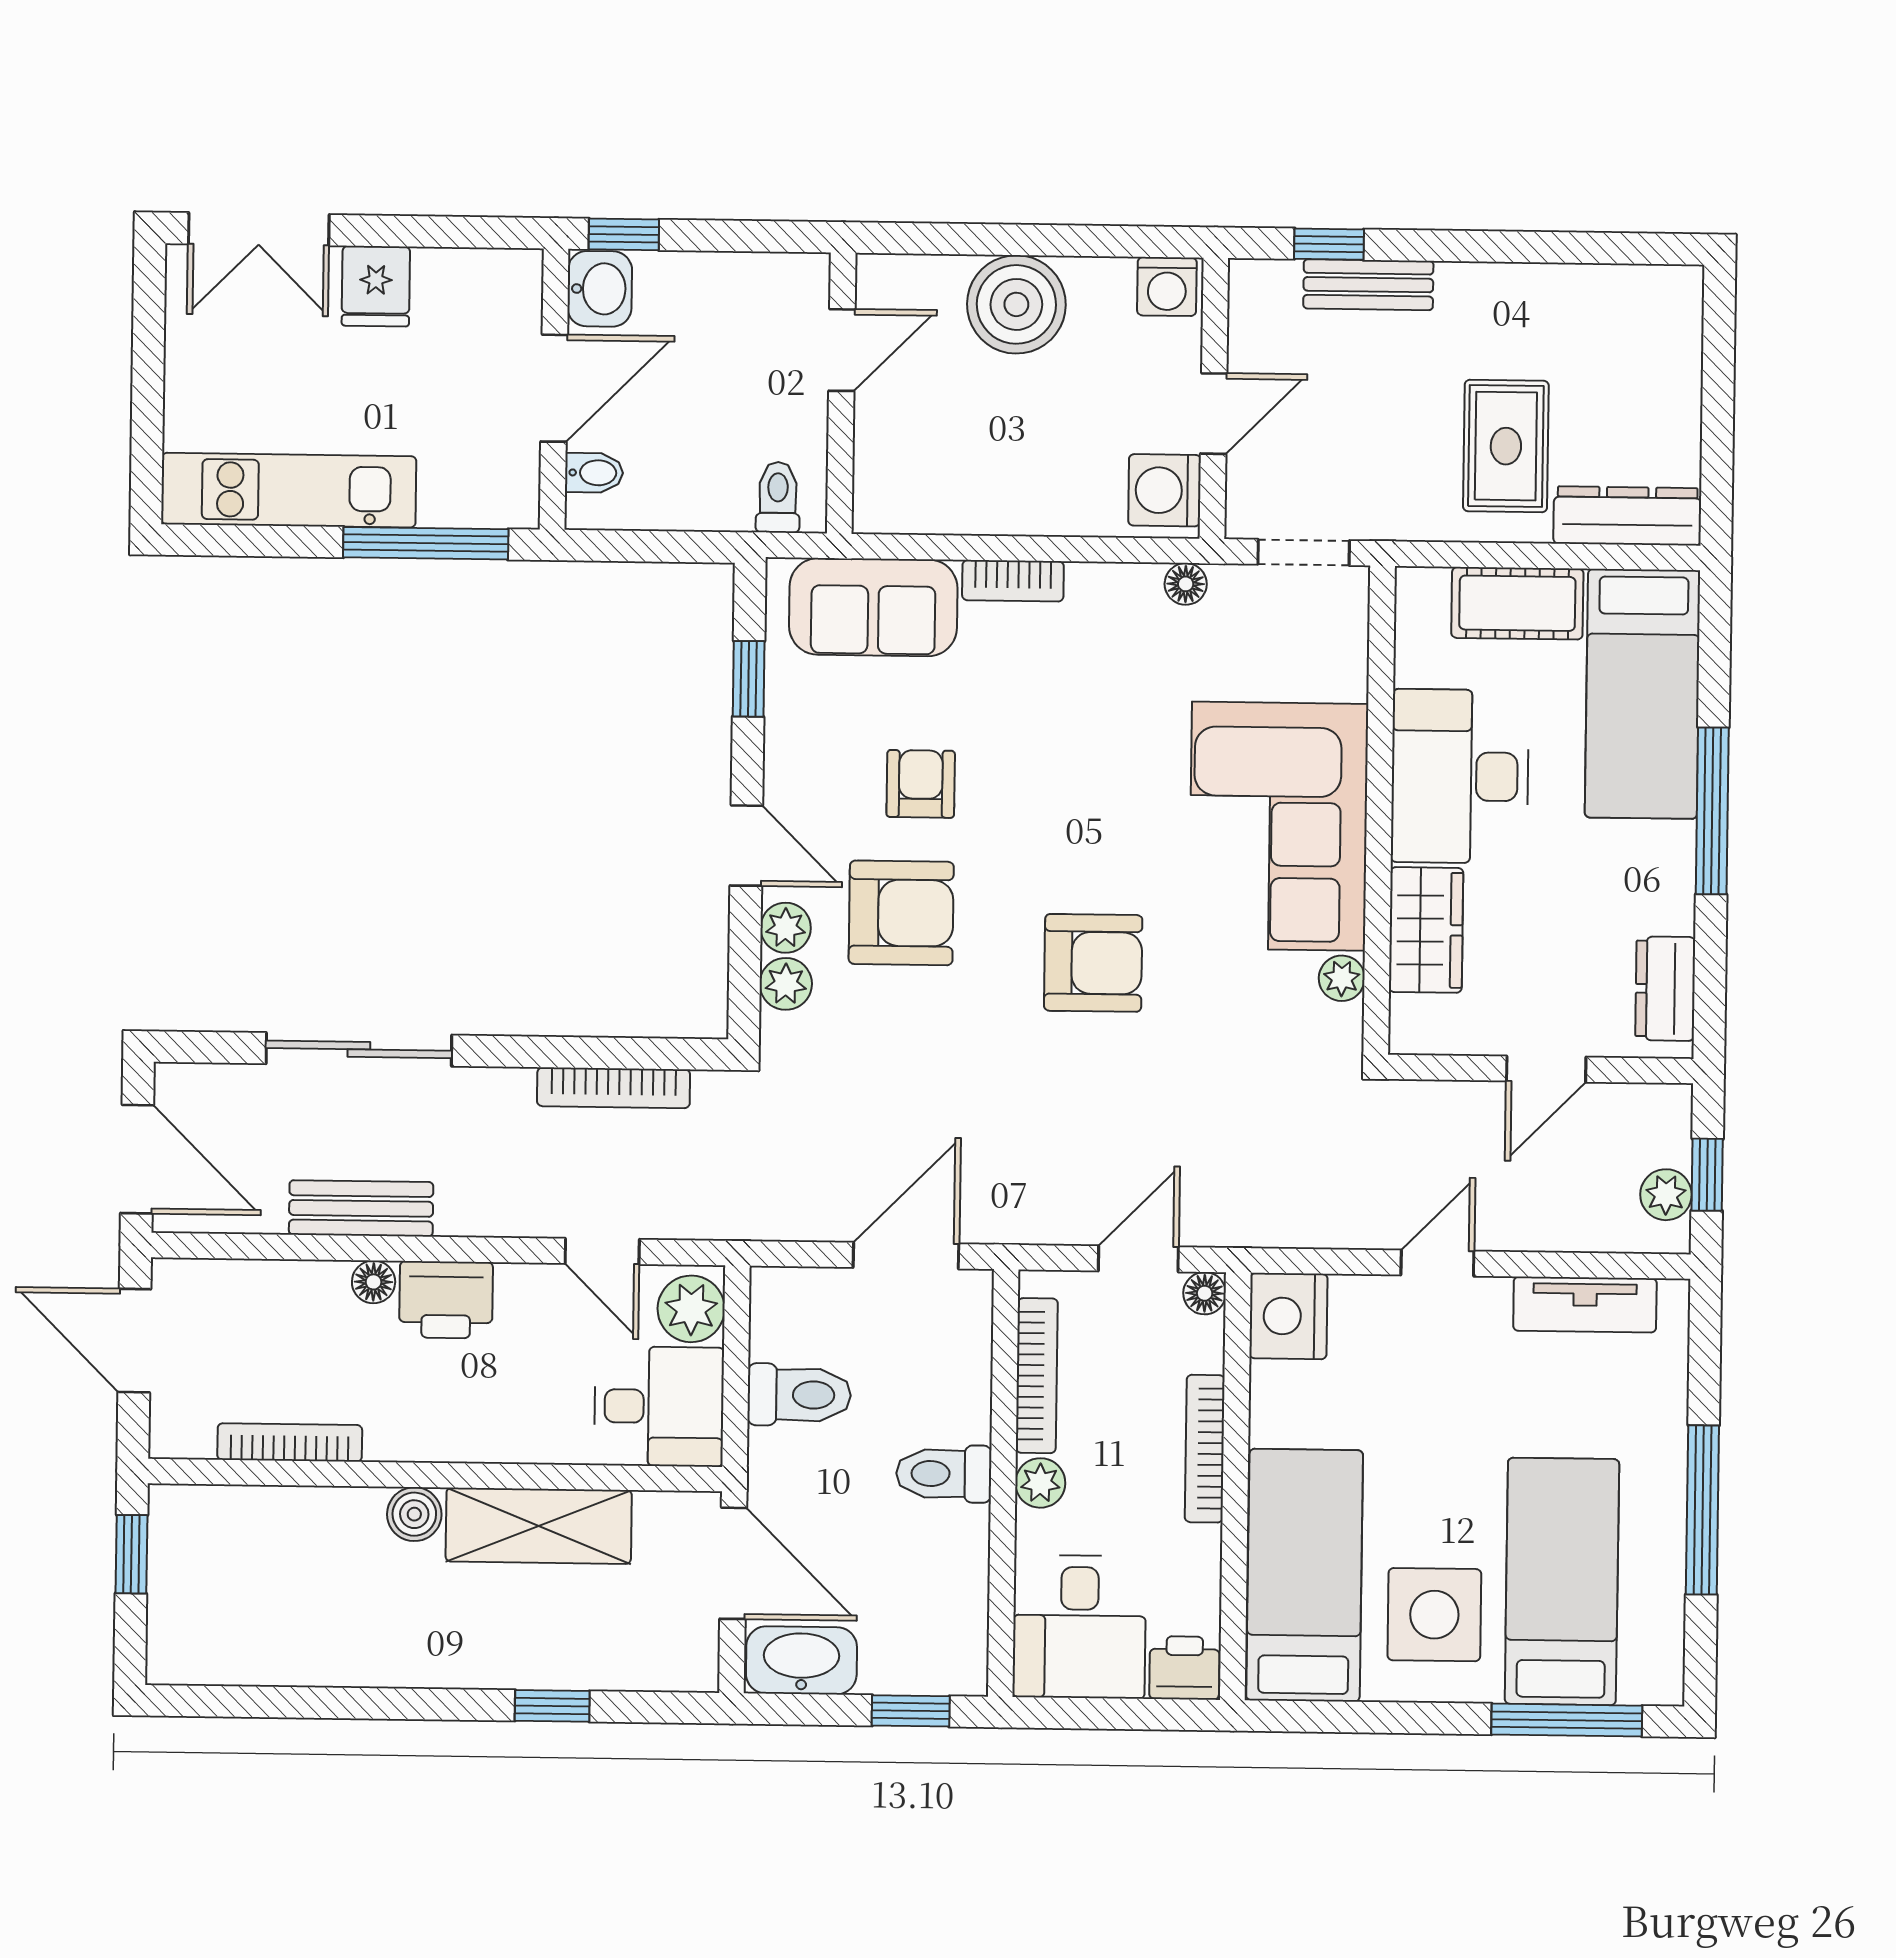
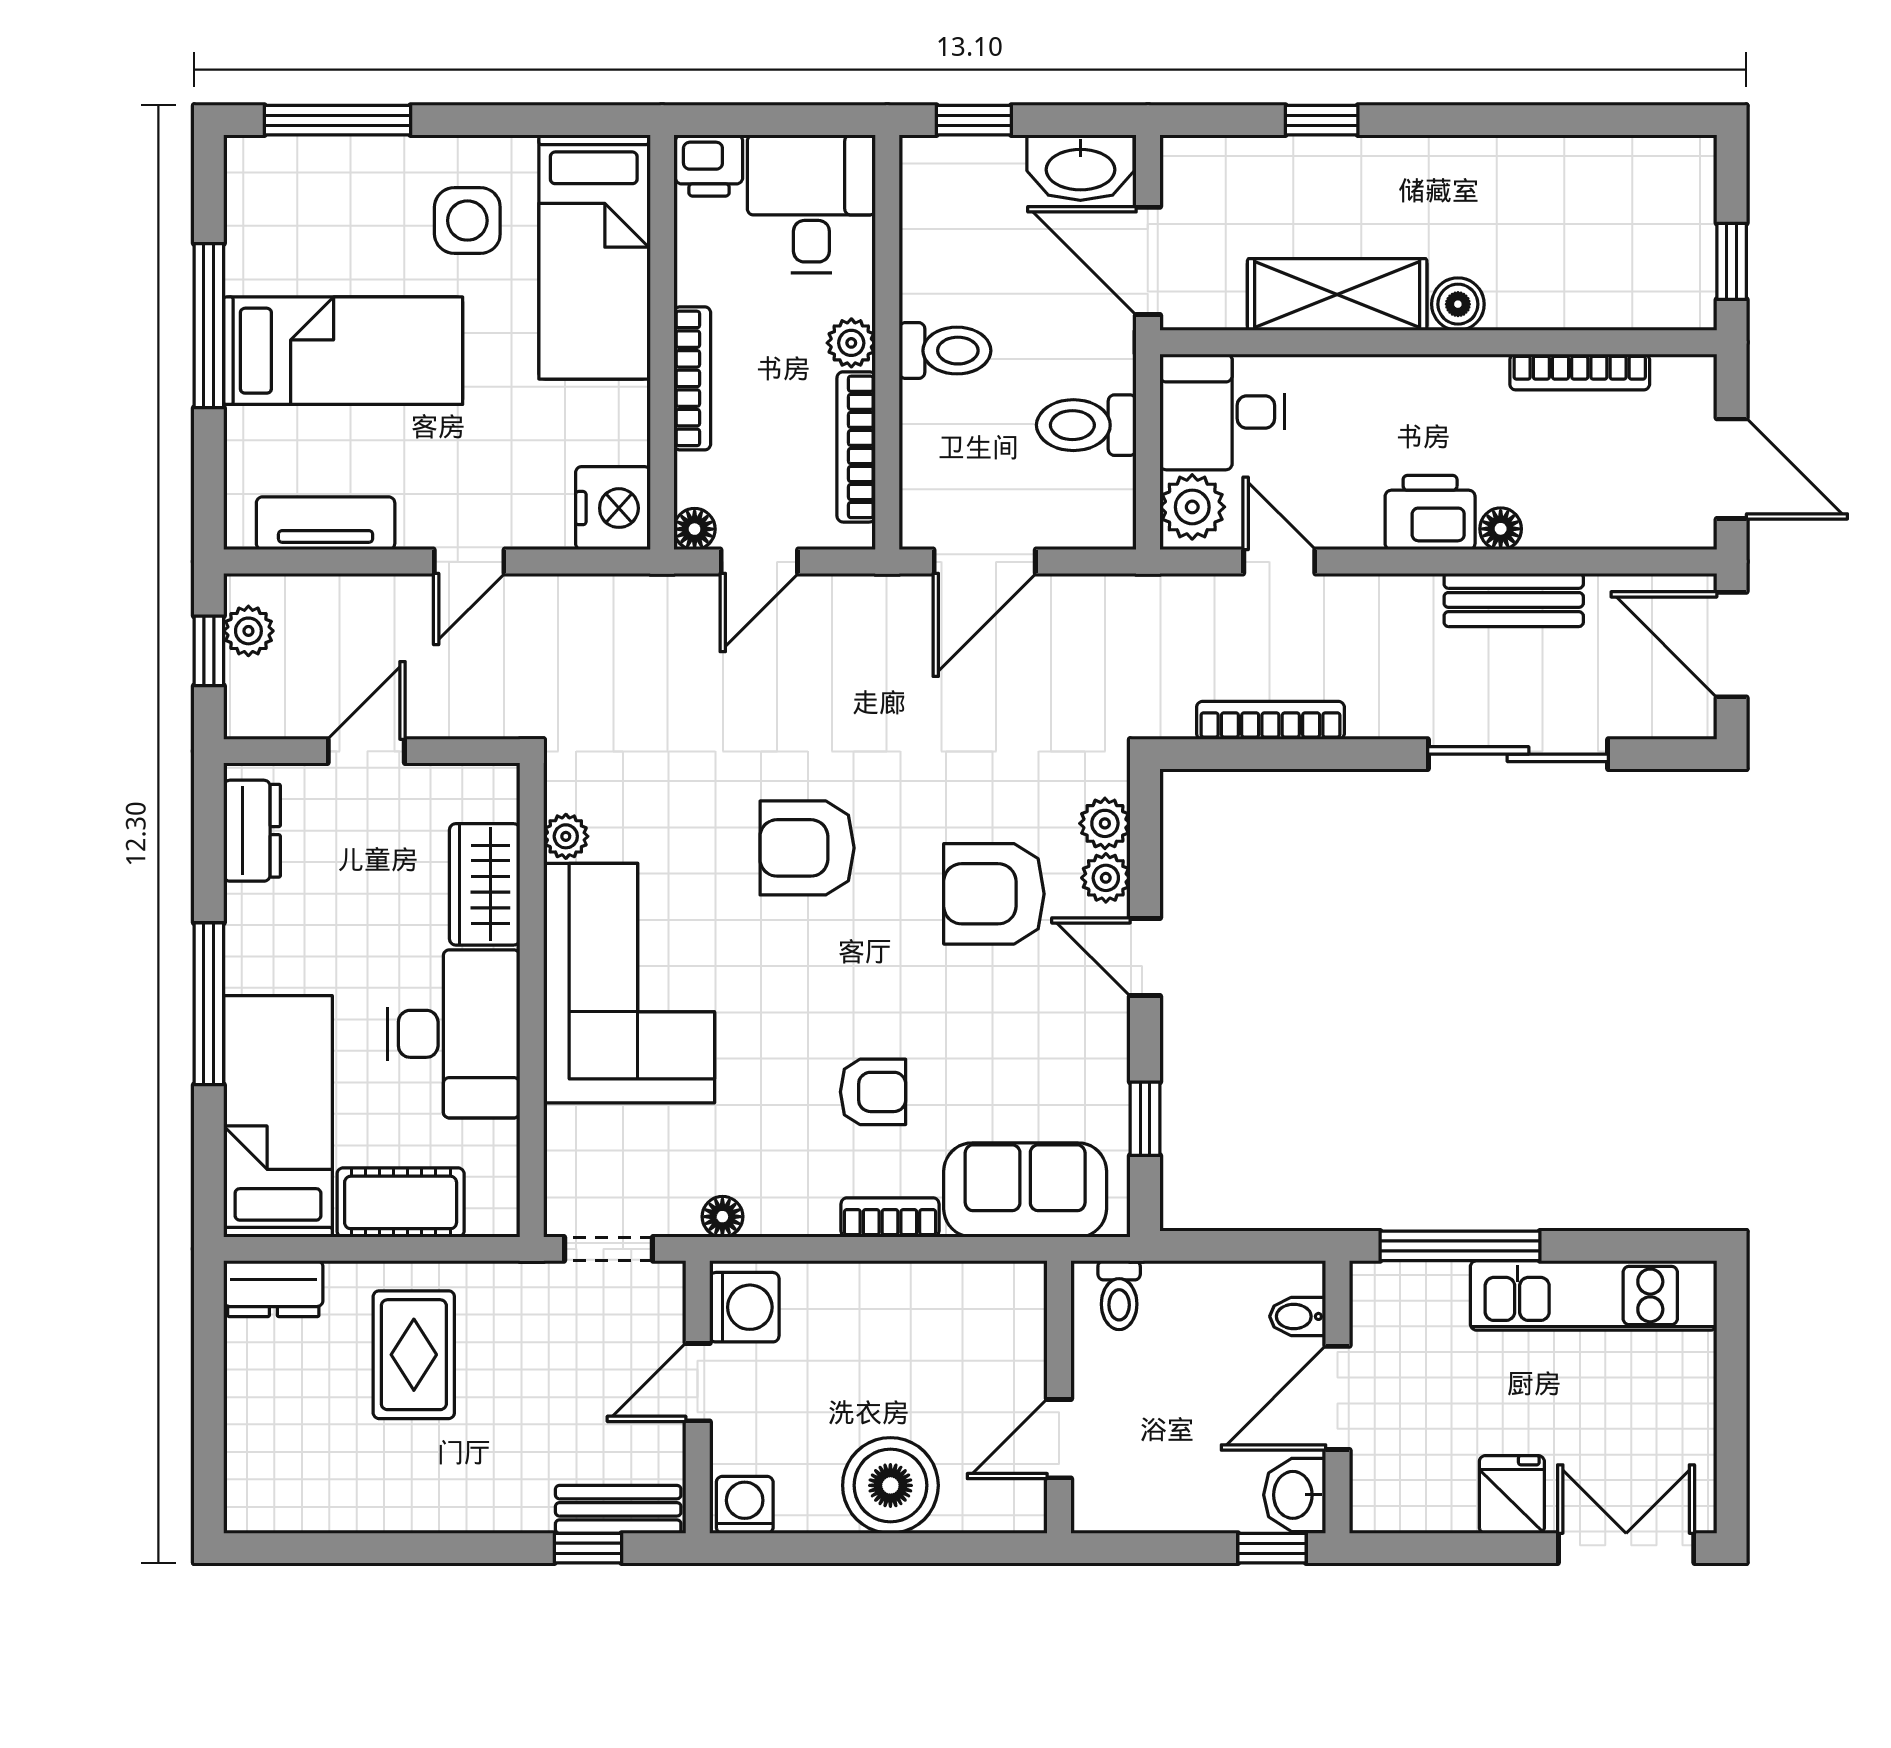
bench: (1368, 285) -> (618, 1509), moved
dresser: (1627, 516) -> (273, 1289), width x0.70
armchair: (921, 784) -> (873, 1092), moved, turned -90
bed: (1562, 1581) -> (343, 351), moved, turned -90
side table: (1434, 1615) -> (467, 221), width x0.73, depth x0.73

